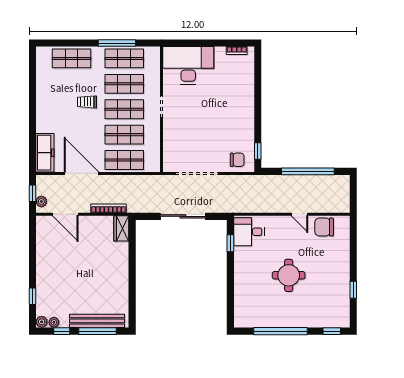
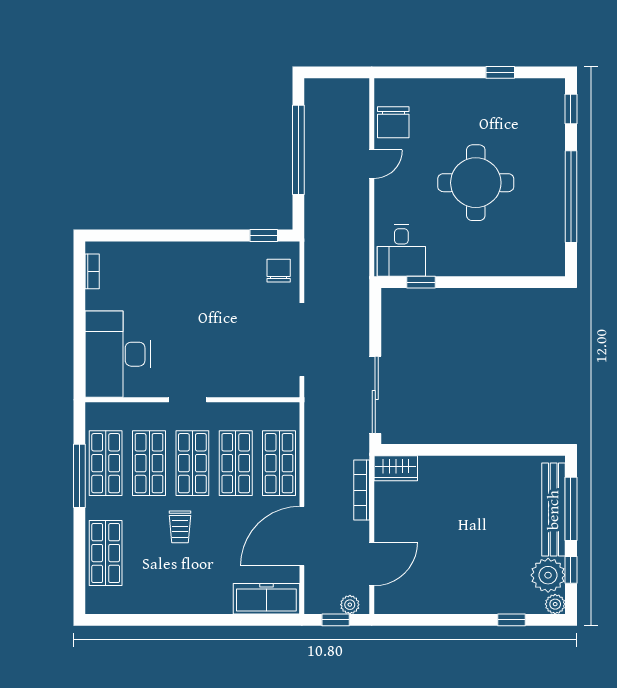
sliding door: (183, 216) -> (375, 395), moved
round table: (289, 275) -> (476, 183), width x1.36, depth x1.36
plant: (54, 322) -> (548, 575), width x1.87, depth x1.87

